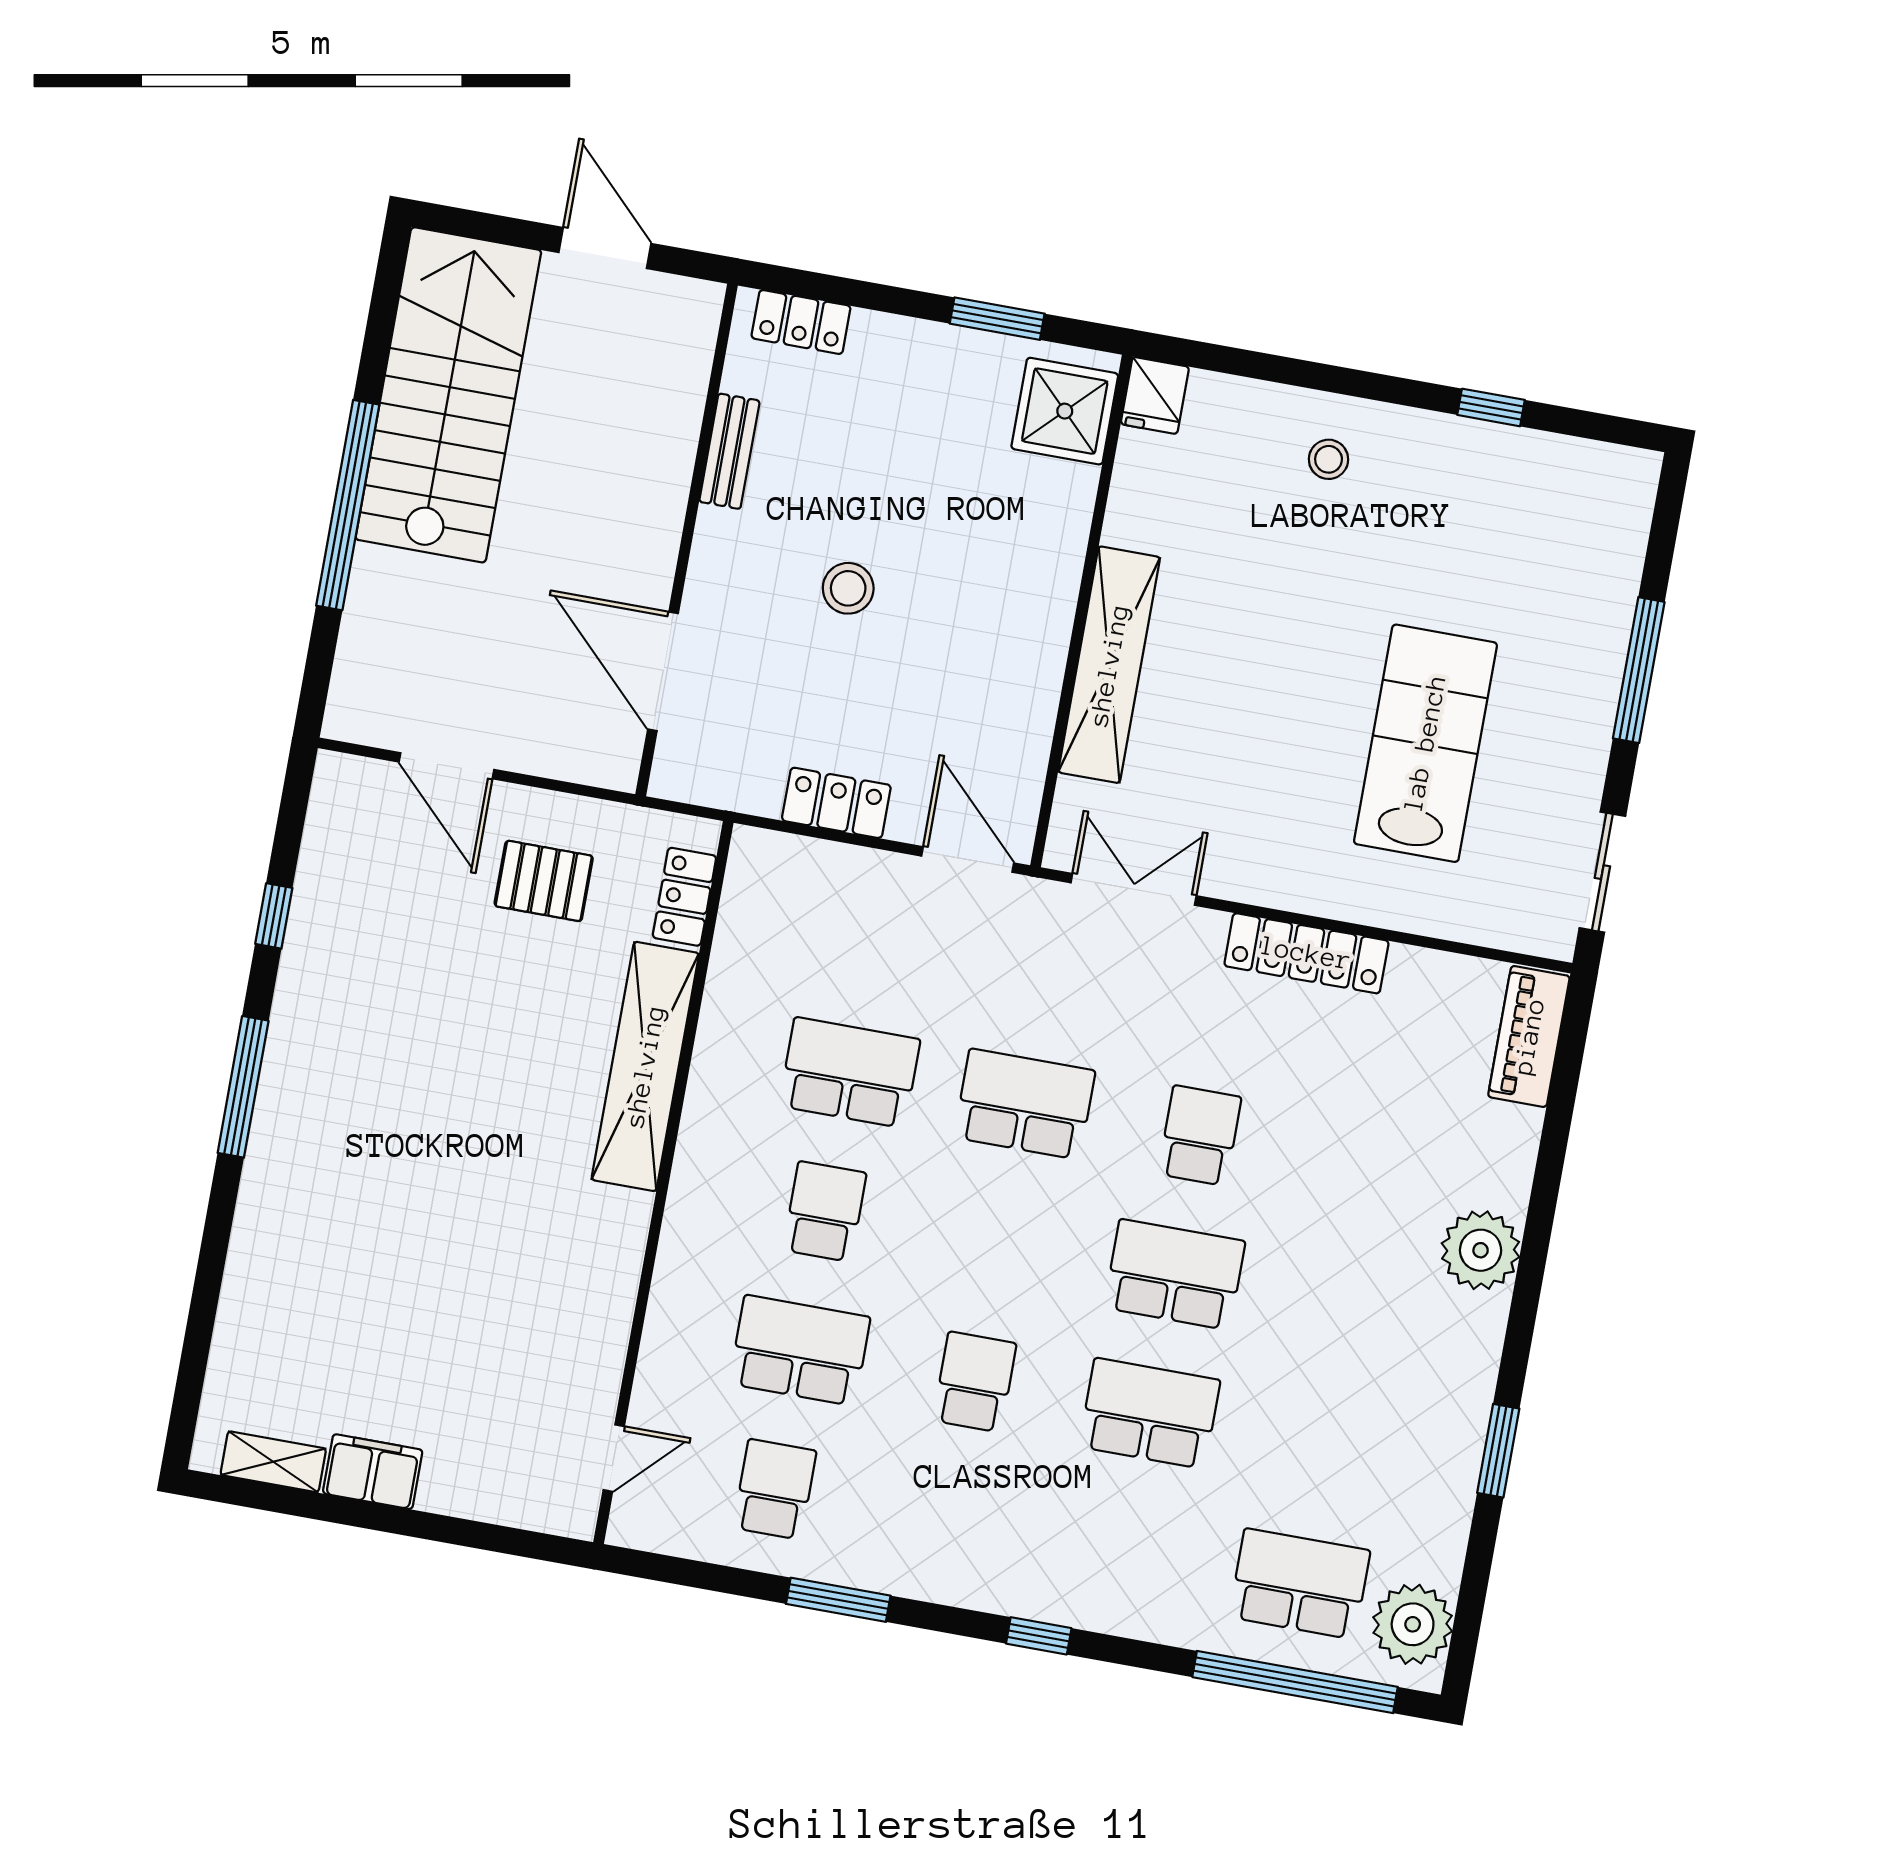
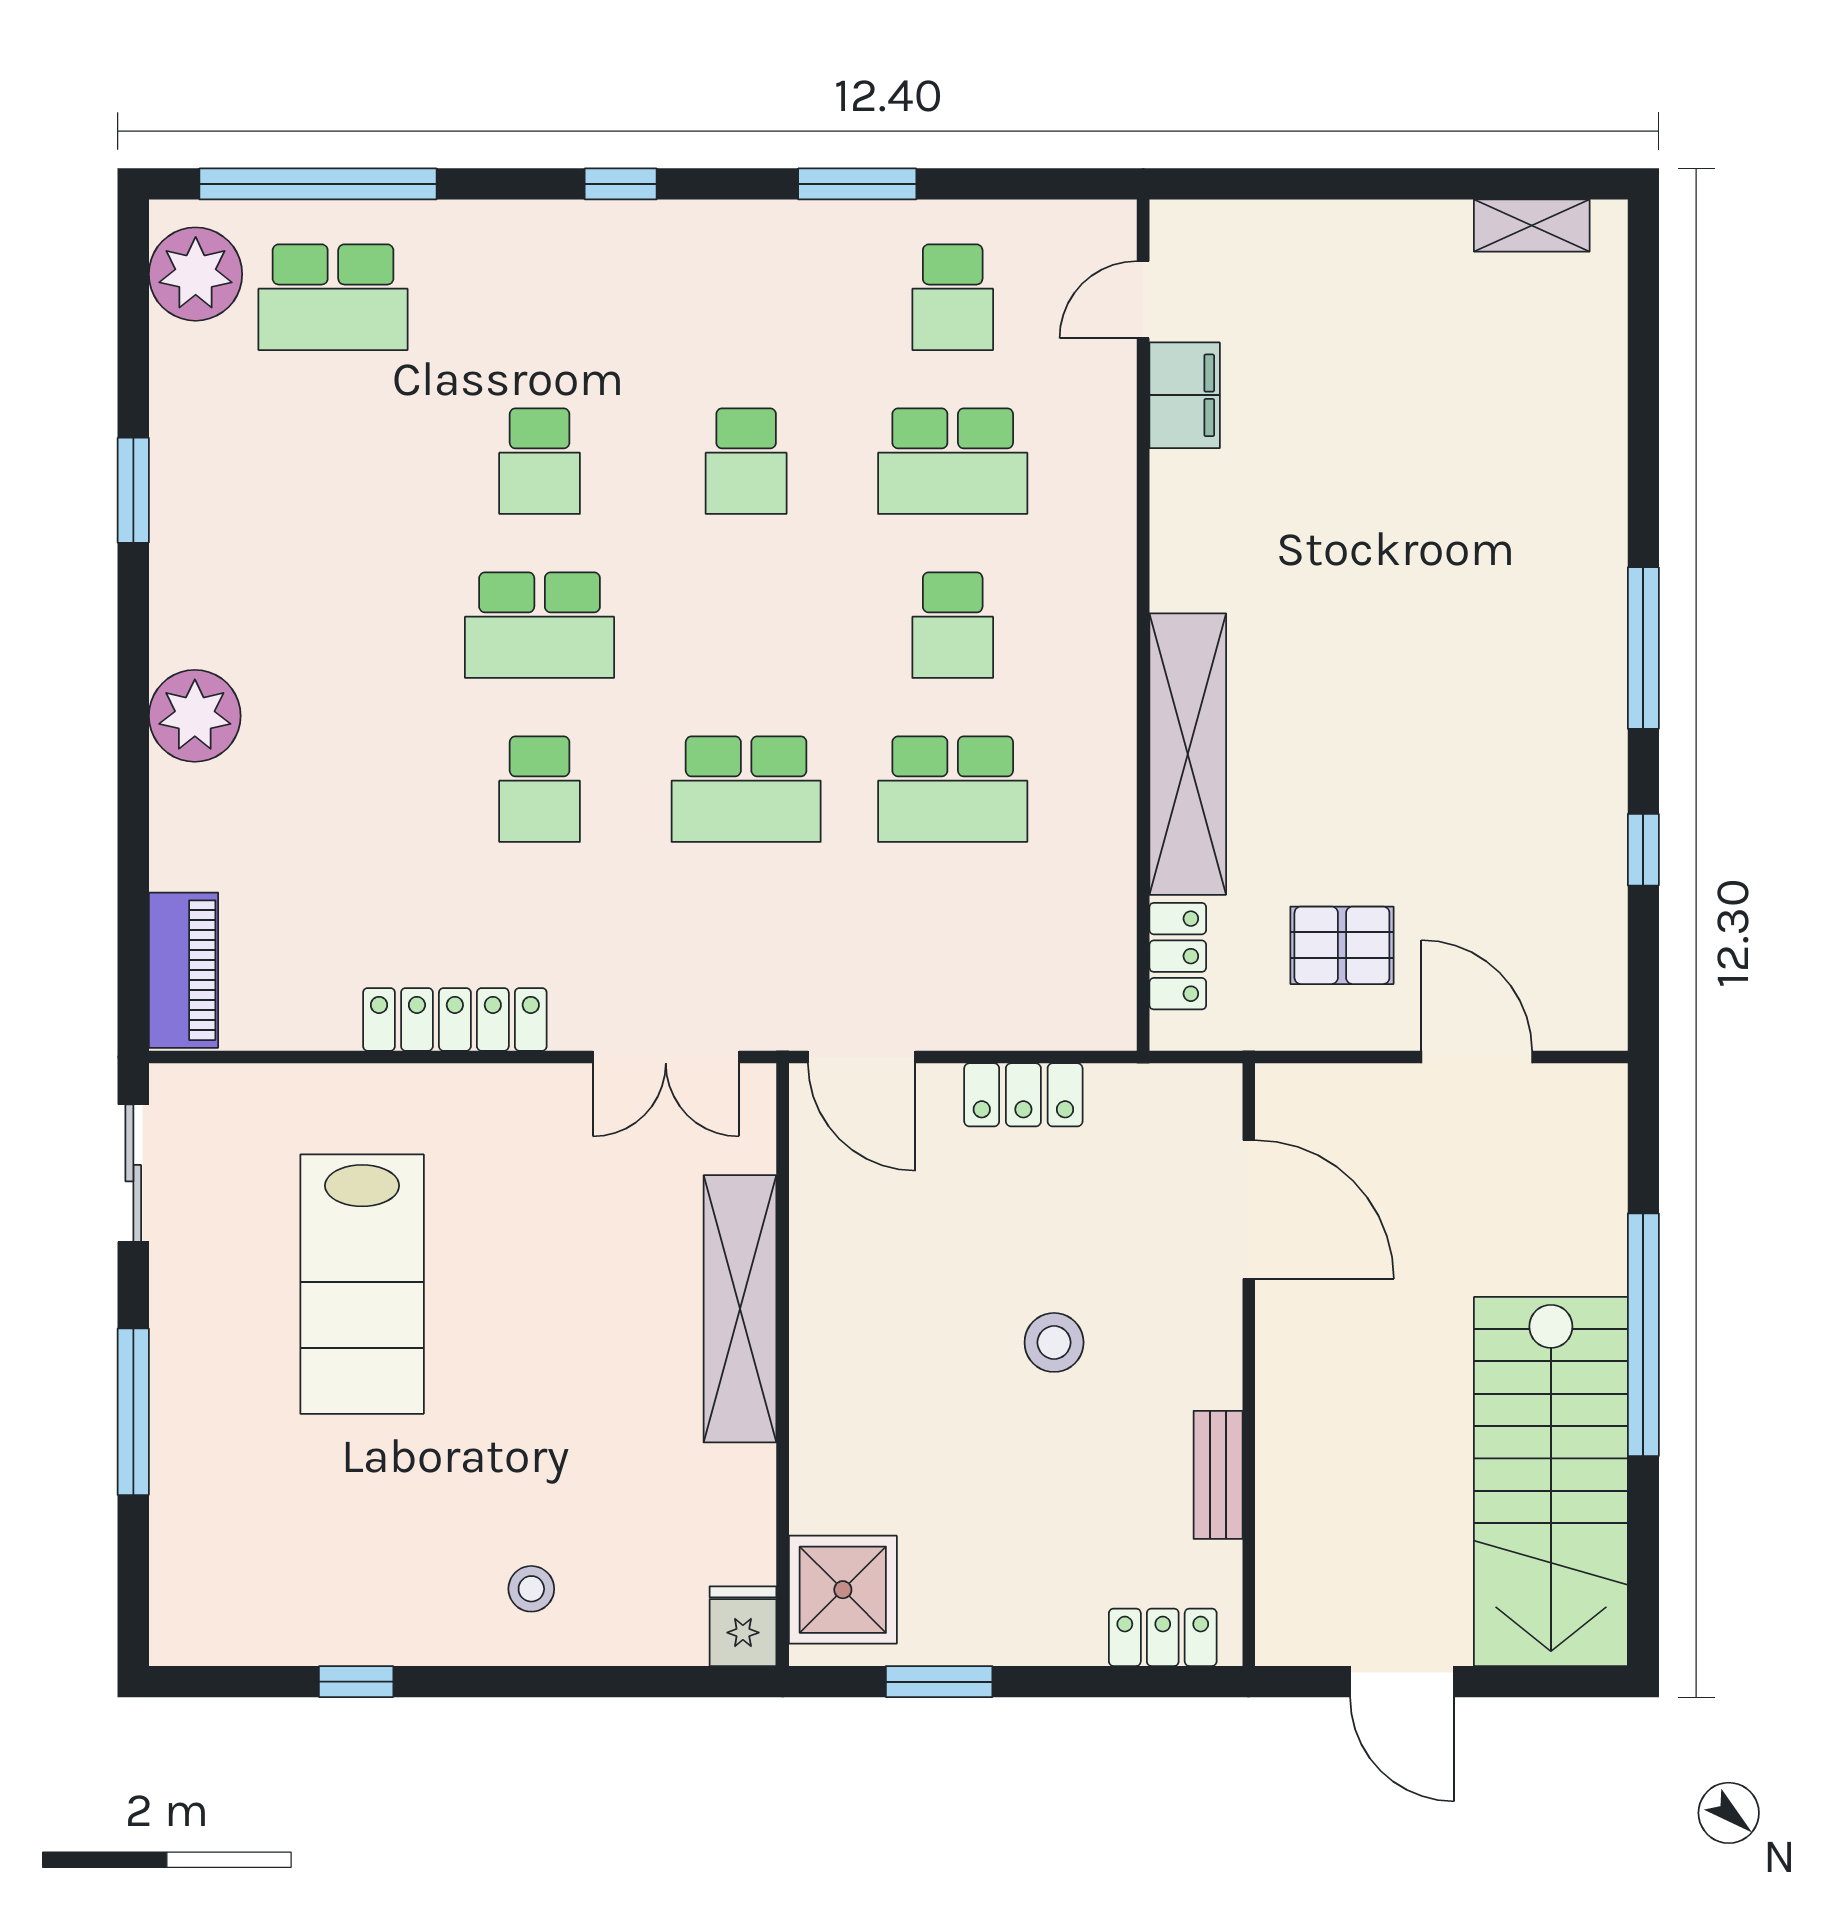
school desk: (1150, 1413) -> (540, 461), width x0.54
filing cabinet: (373, 1472) -> (1185, 395), moved, turned -90

